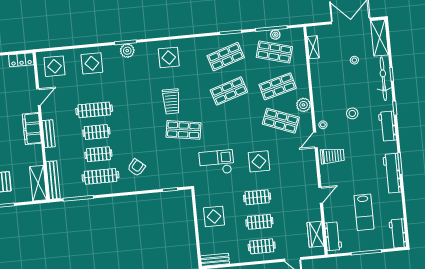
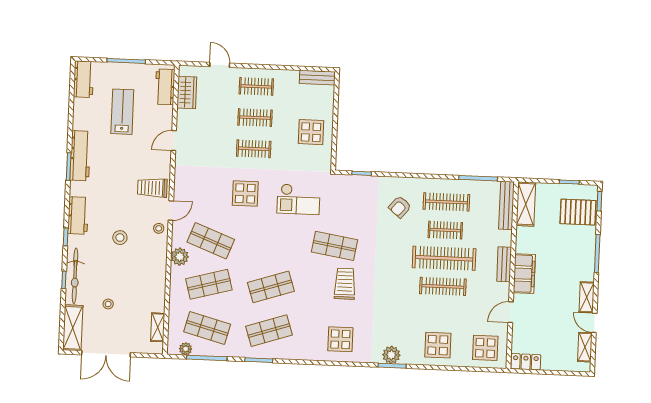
plant: (275, 35) -> (186, 349), moved
clothes rail: (96, 132) -> (444, 258), width x1.86, depth x1.31

